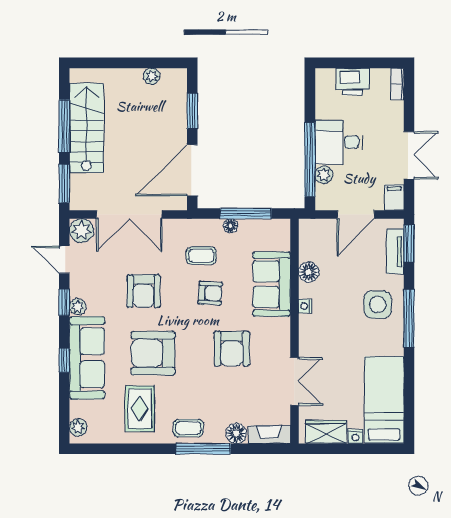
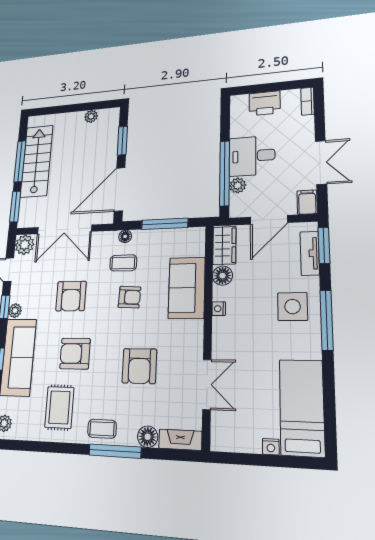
floor lamp: (231, 226) -> (125, 236), moved
armchair: (232, 349) -> (139, 366), moved
armchair: (153, 353) -> (75, 354), width x0.73, depth x0.73
wardrobe: (326, 432) -> (224, 245), moved, turned 90

